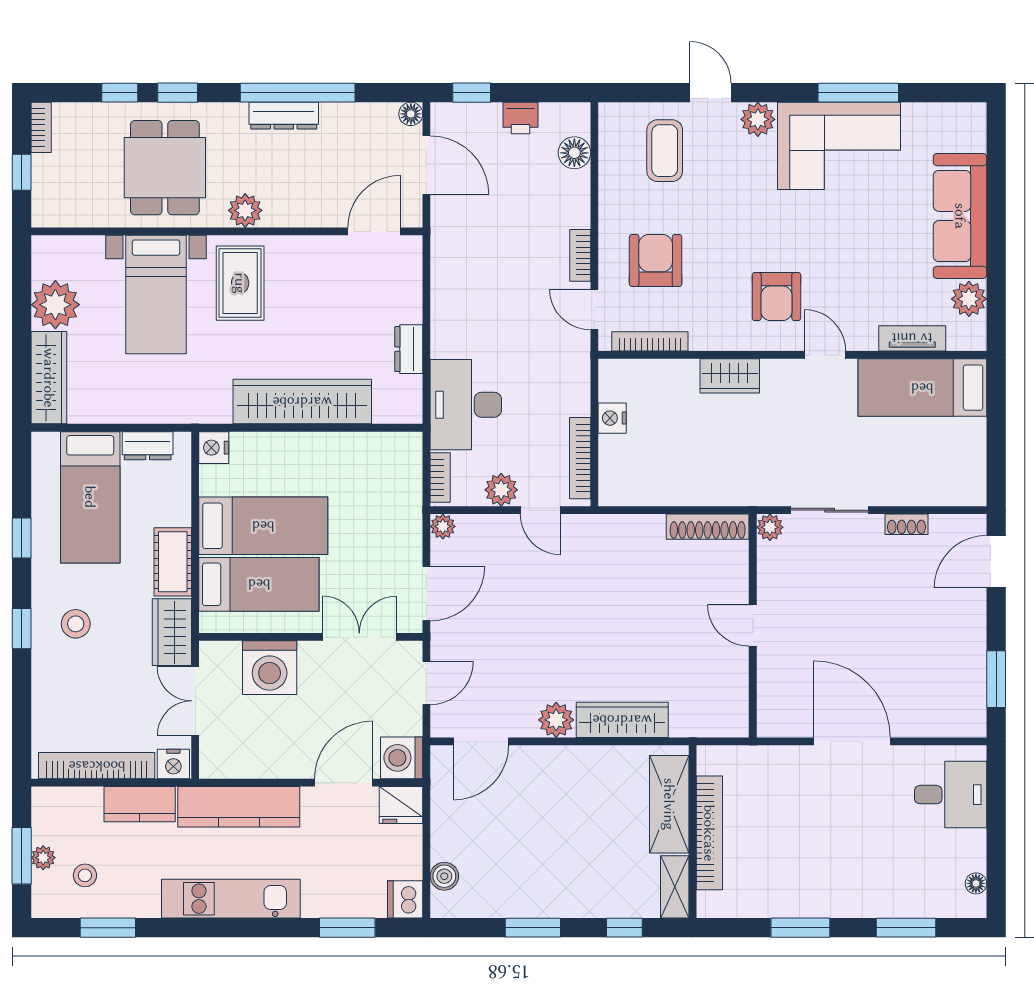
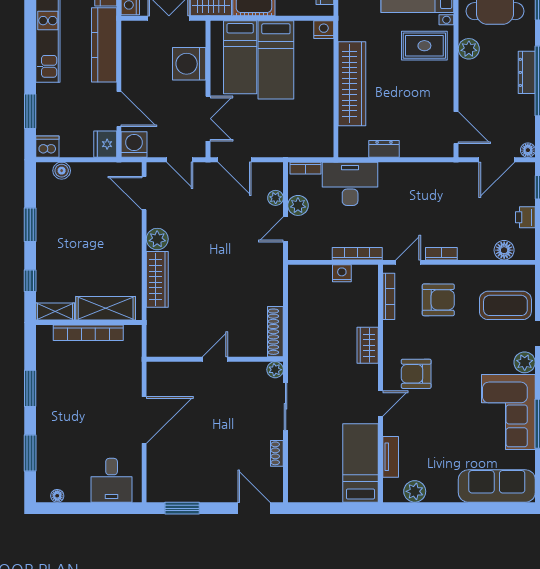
coffee table: (665, 151) -> (505, 305), width x1.36, depth x1.32
sofa: (960, 216) -> (497, 486), moved
bookcase: (580, 458) -> (357, 254), moved
plant: (443, 526) -> (276, 198), moved

